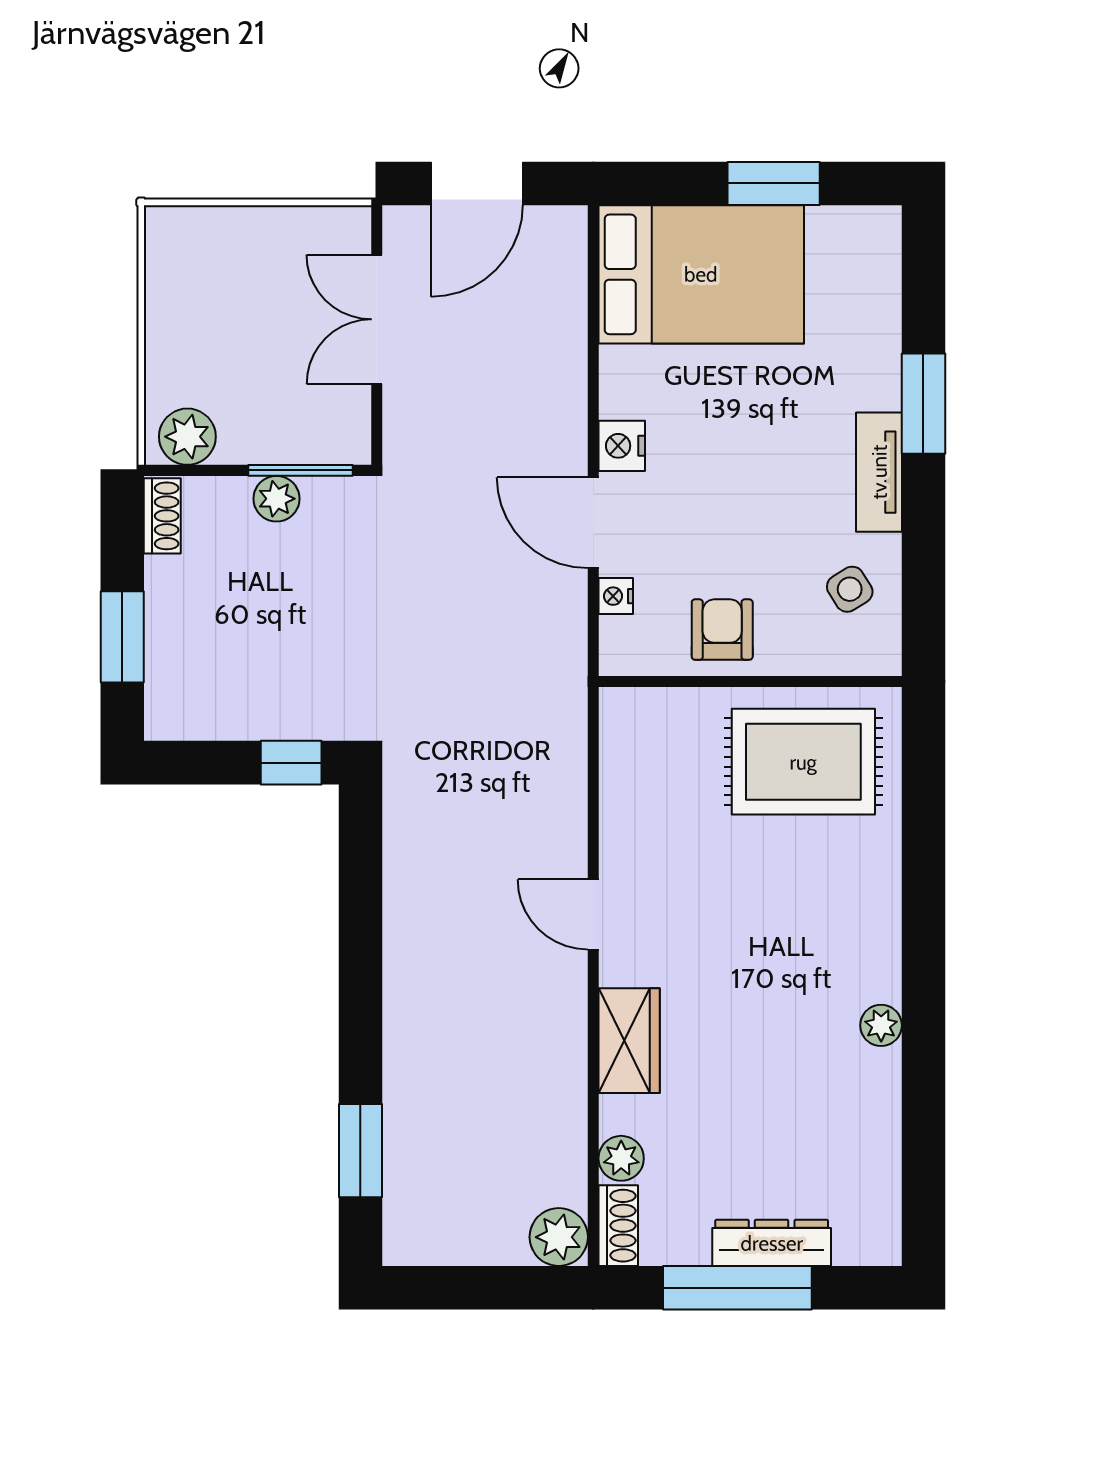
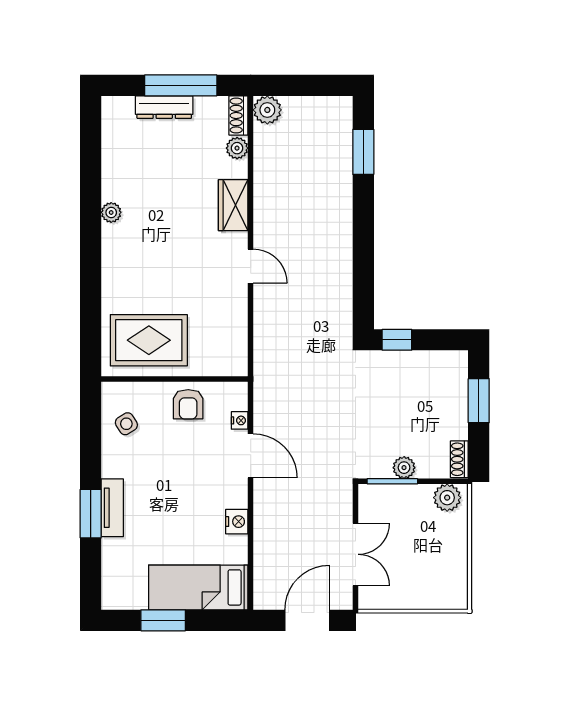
bed: (701, 274) -> (198, 587), width x0.67
nightstand: (622, 446) -> (237, 522), moved
tv unit: (879, 472) -> (112, 508), moved

